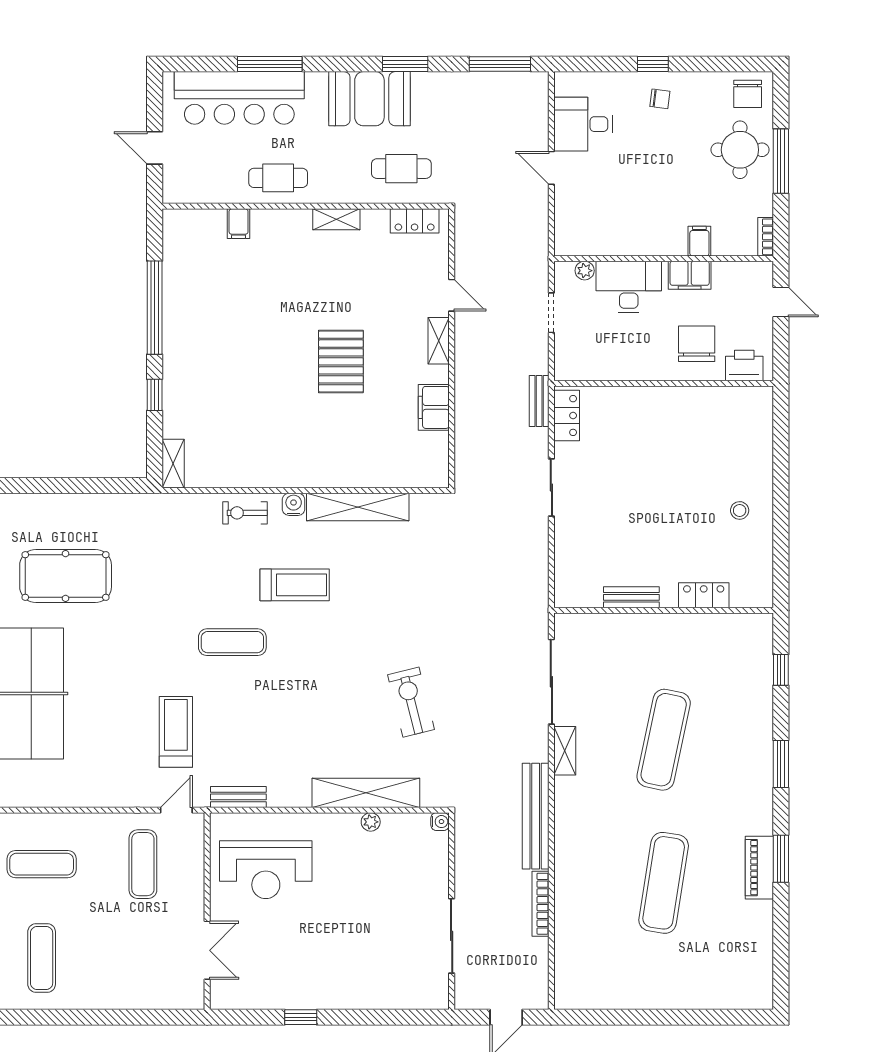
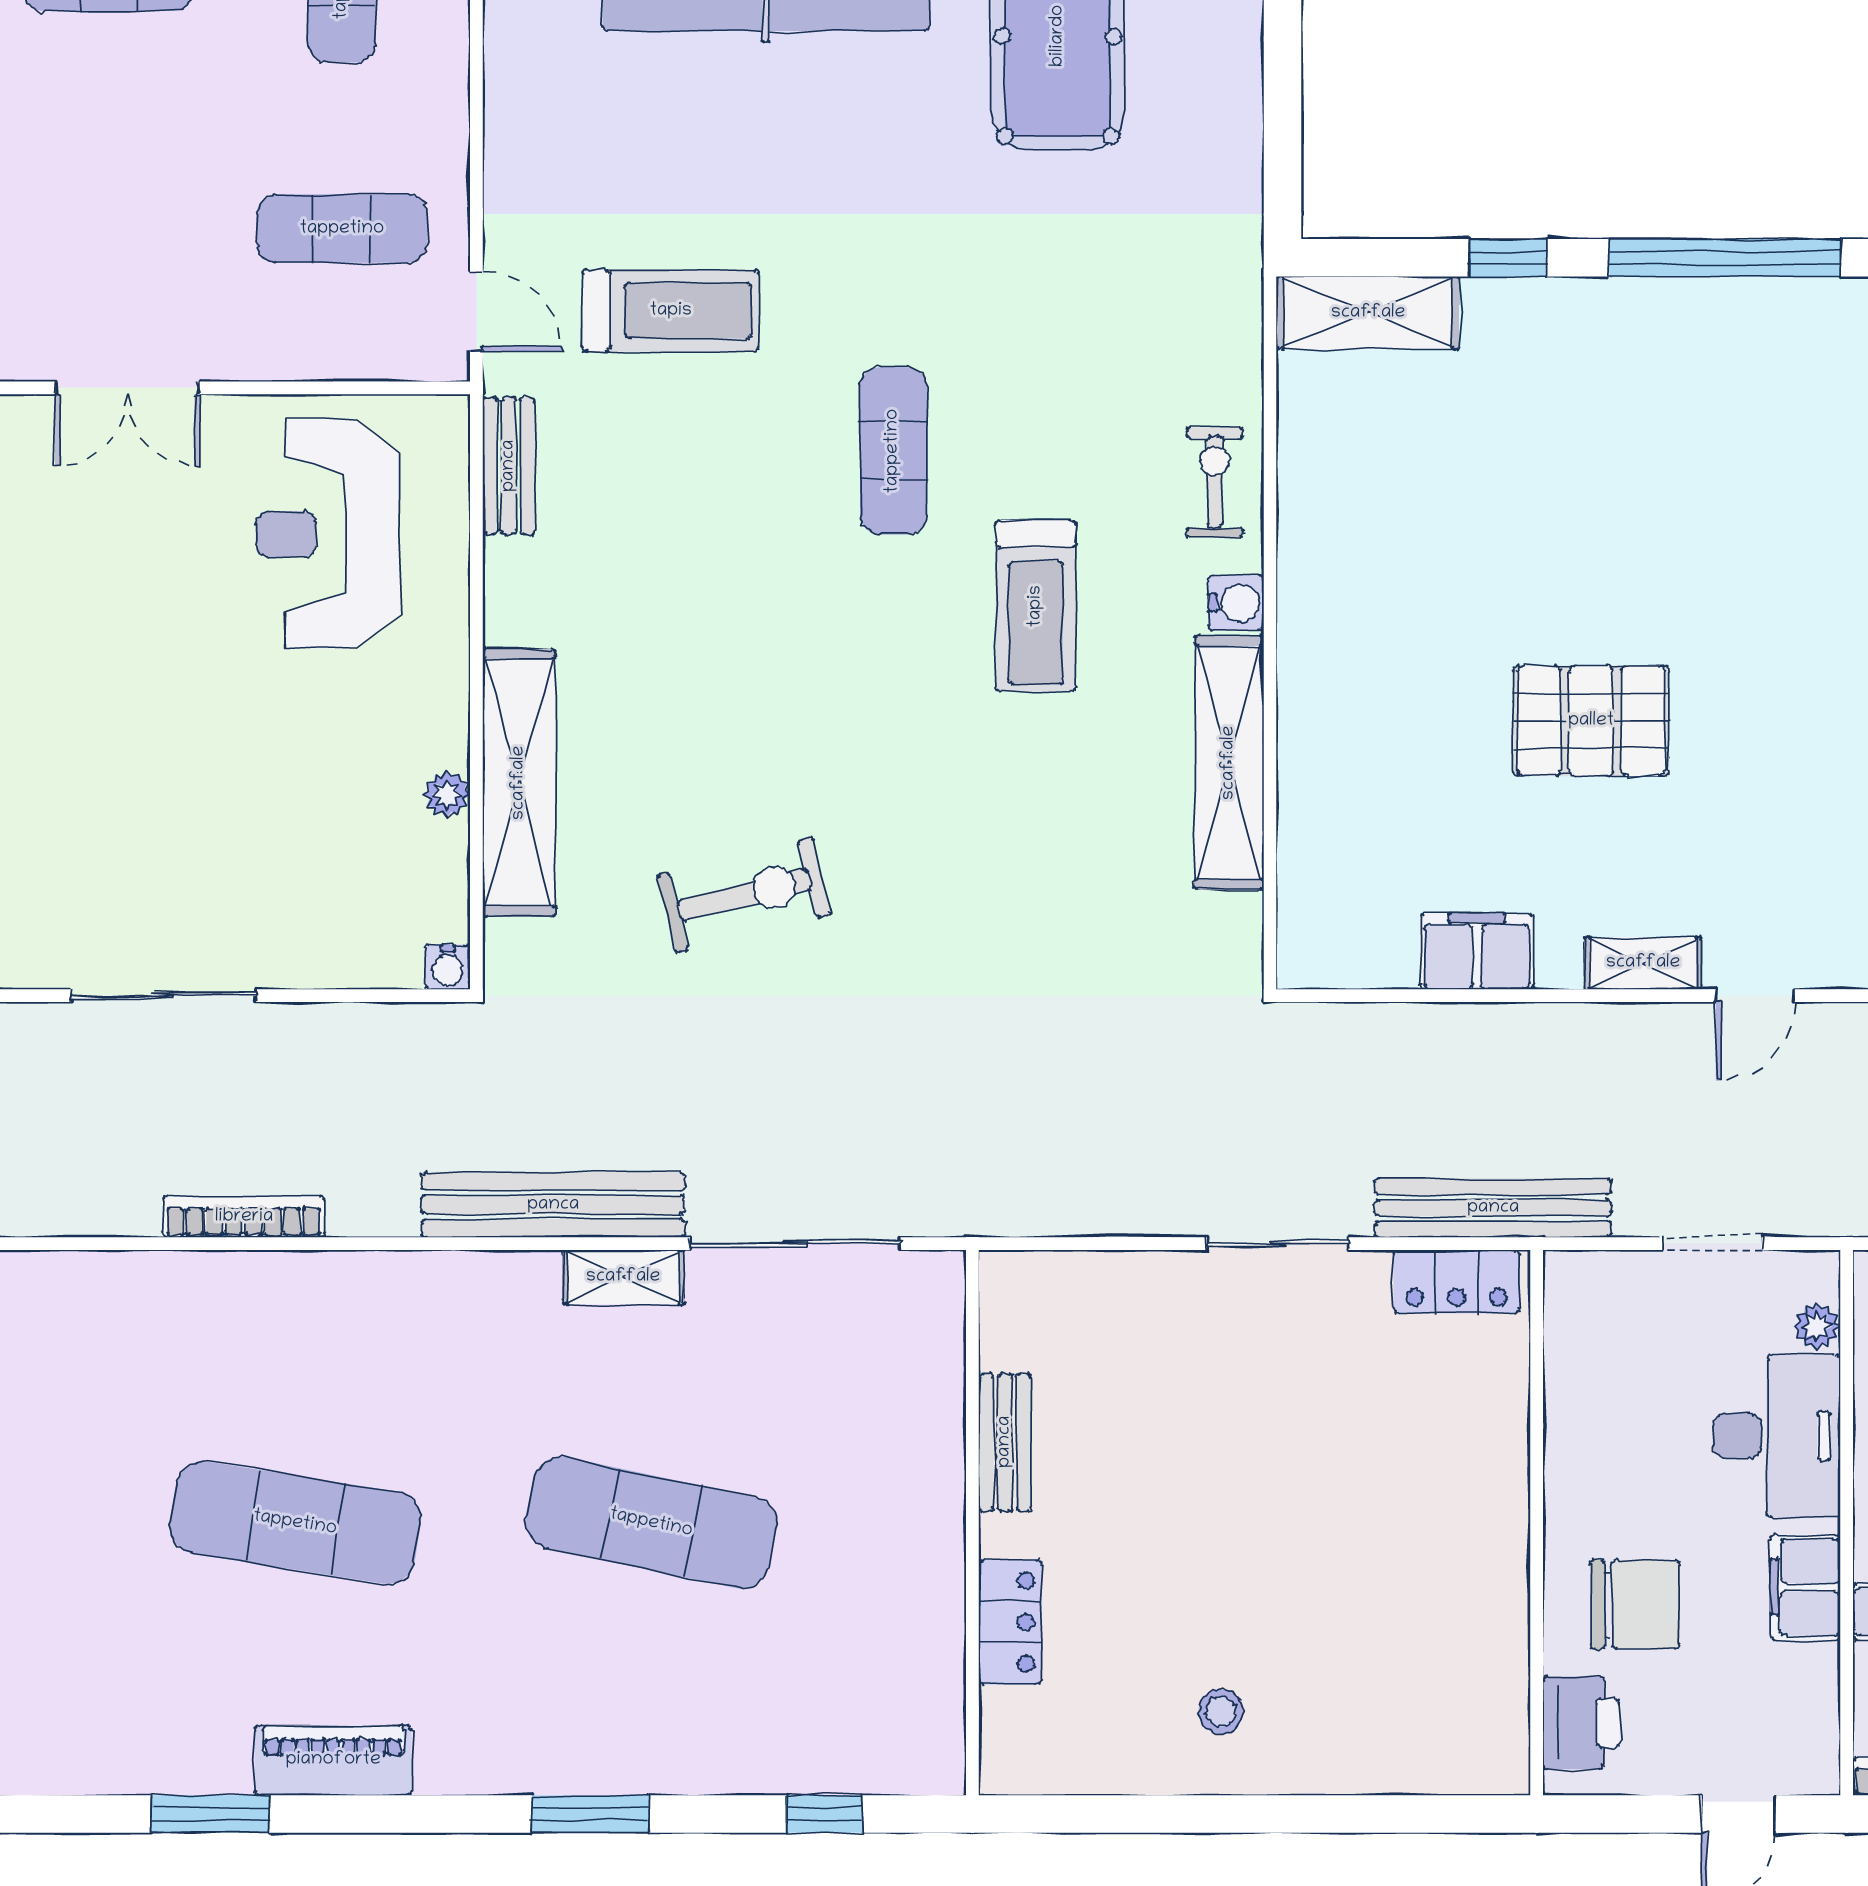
bench: (539, 401) -> (1493, 1208), width x1.86, depth x1.21
shelving: (173, 464) -> (1368, 313), width x1.50, depth x1.33
bench: (536, 816) -> (553, 1205), moved
window: (781, 859) -> (210, 1814), moved

